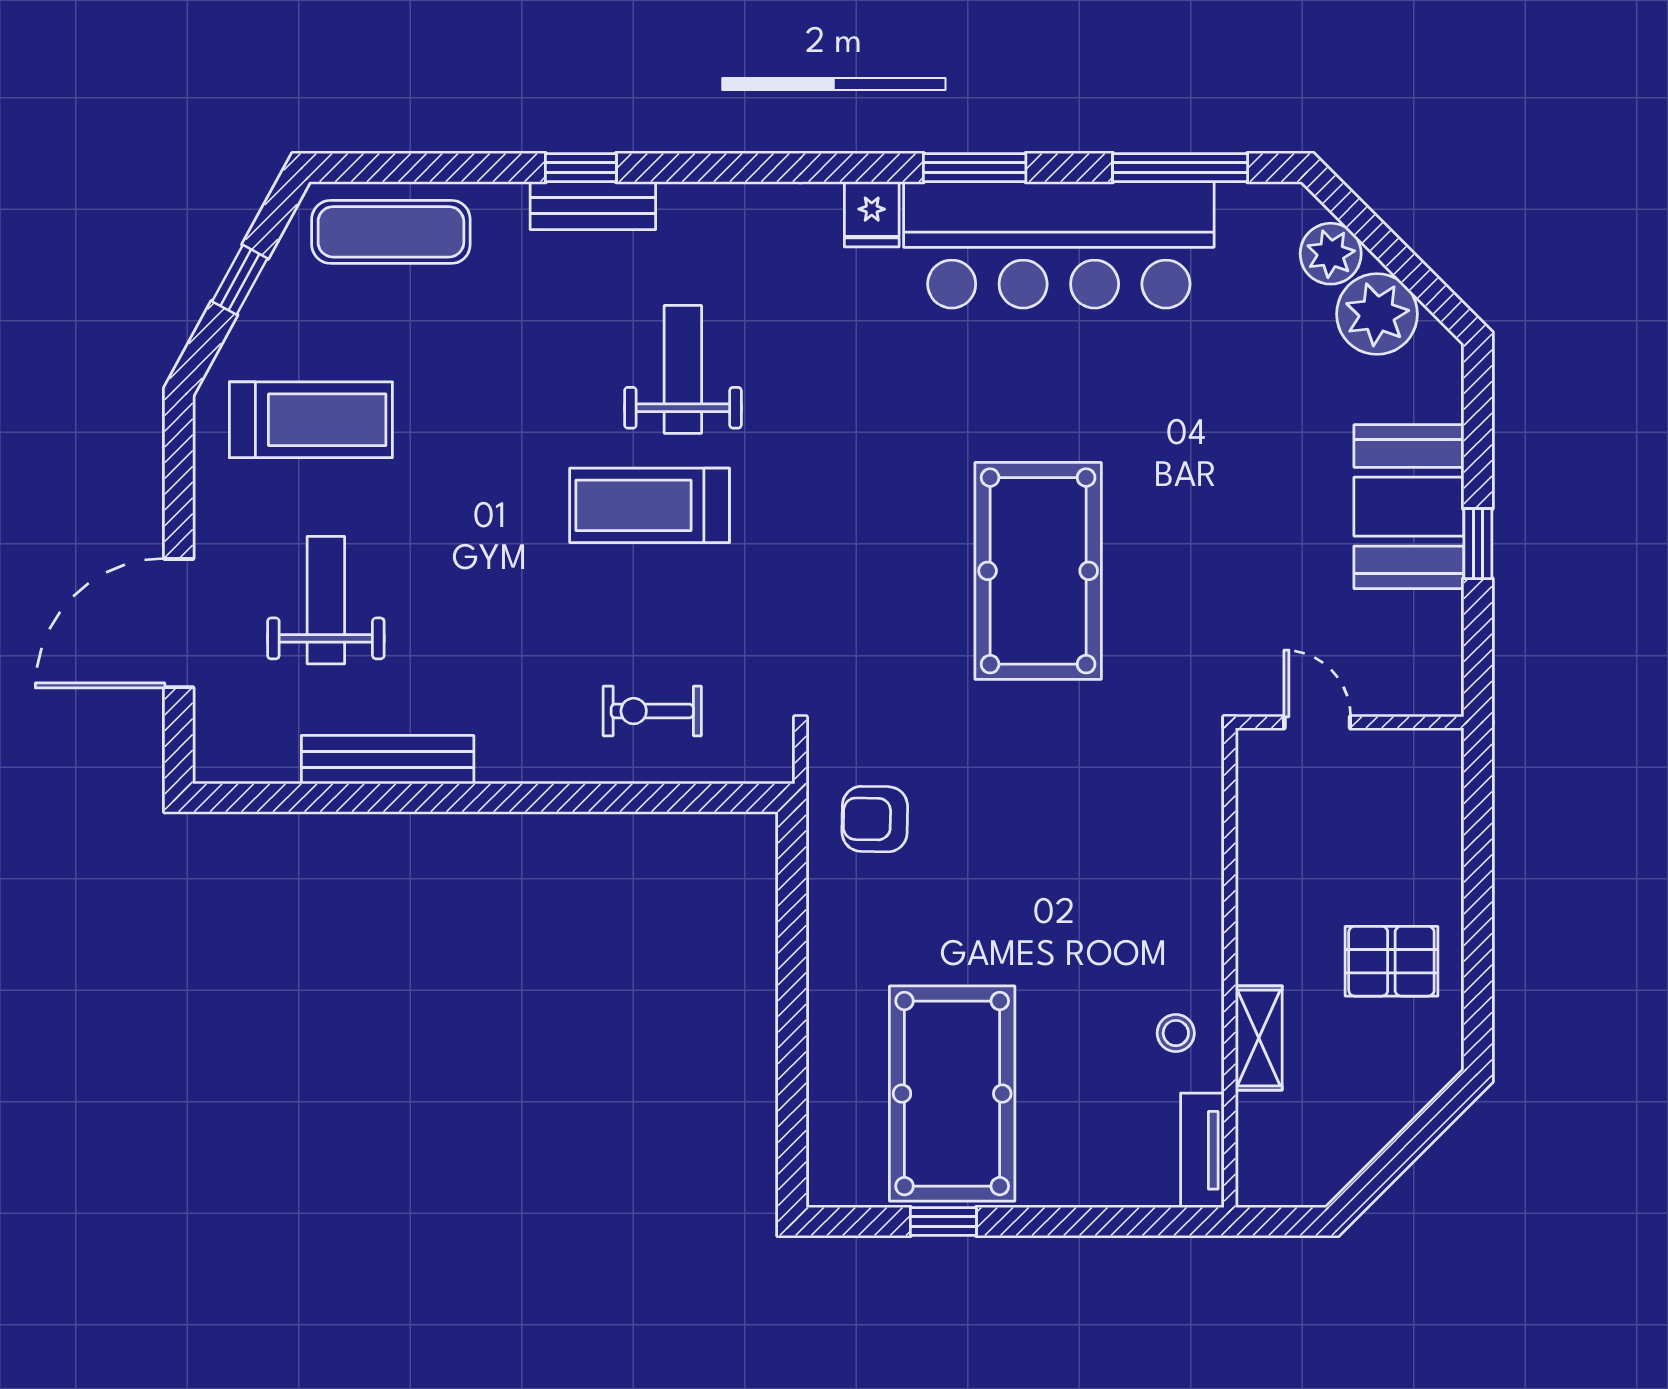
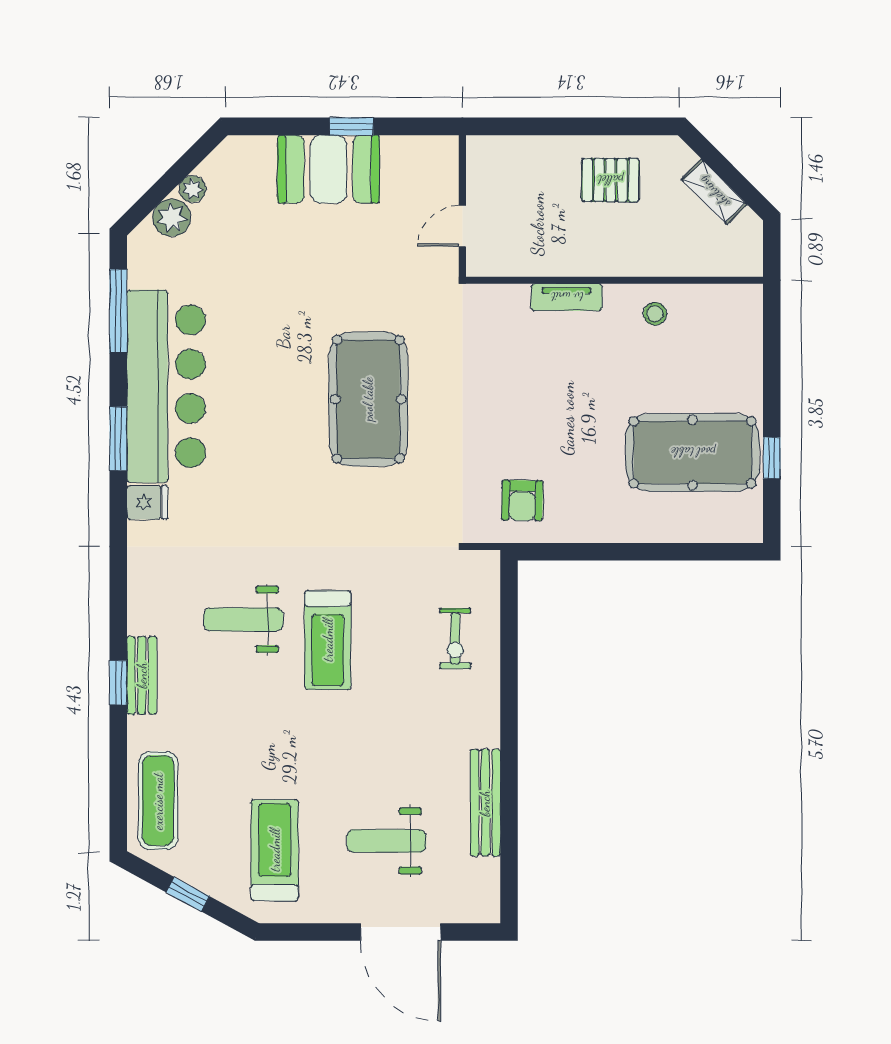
plant: (1377, 314) -> (193, 189), width x0.53, depth x0.53
pool table: (1038, 571) -> (368, 399), turned 90
pallet: (1391, 961) -> (610, 180), turned 90
shelving: (1259, 1038) -> (714, 192), moved, turned 45
tv unit: (1202, 1150) -> (567, 297), moved

